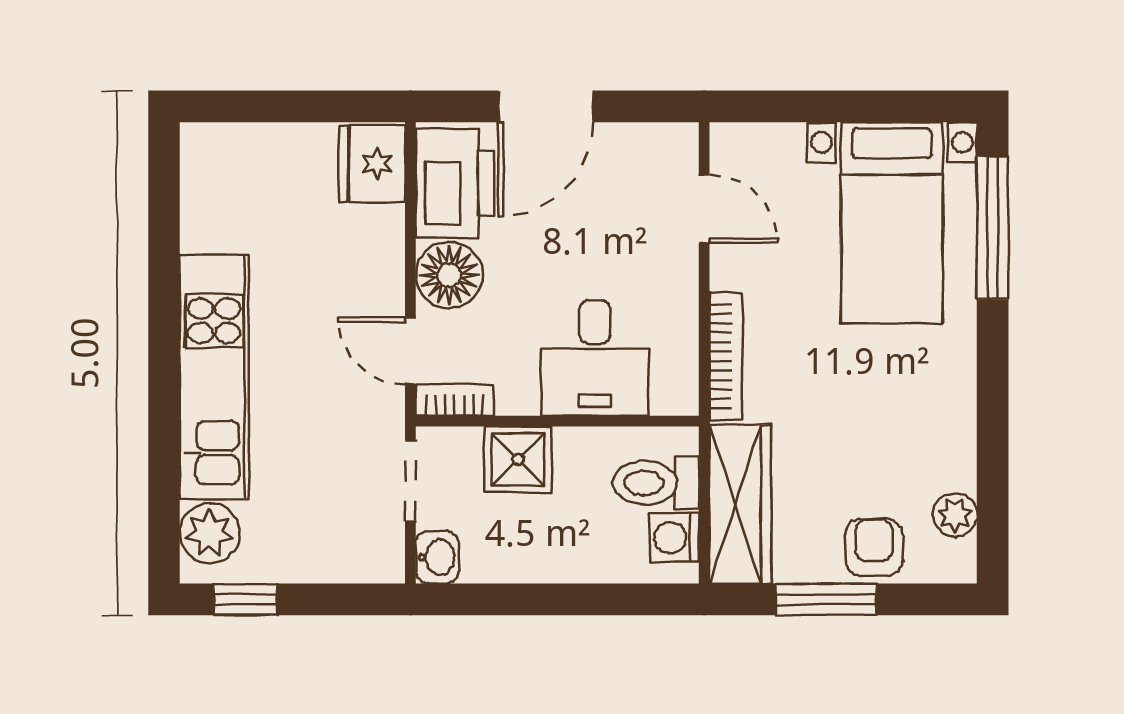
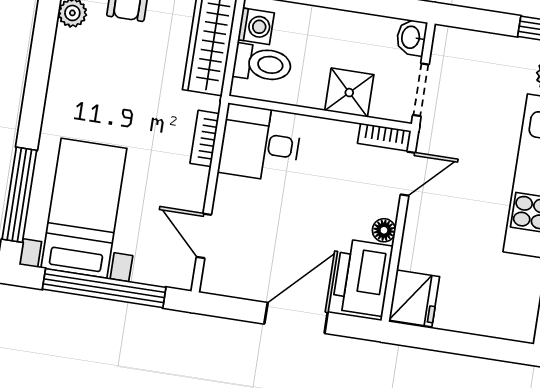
window: (843, 106) -> (104, 288), added
floor lamp: (449, 275) -> (384, 230), width x0.53, depth x0.53
door: (410, 351) -> (408, 174), hinge flipped
bookcase: (726, 356) -> (205, 138), width x0.64
desk: (595, 358) -> (260, 143), moved, turned -90

